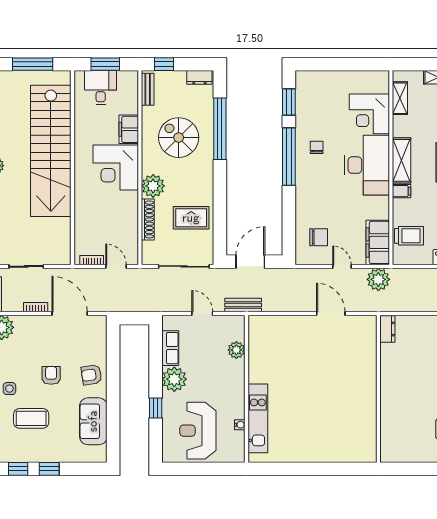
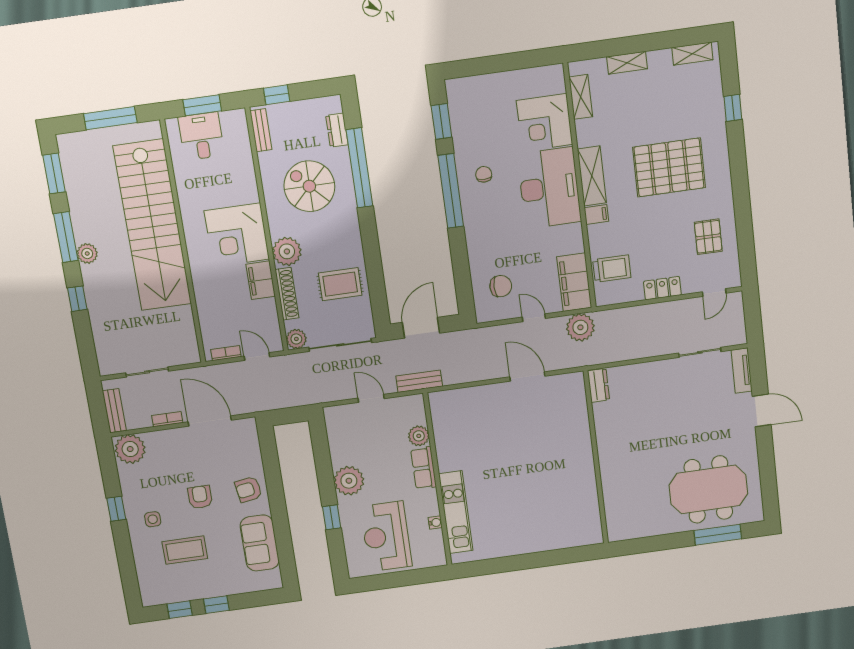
dresser: (199, 77) -> (337, 130), moved, turned 90
filing cabinet: (129, 129) -> (261, 280), moved
plant: (150, 257) -> (296, 339), added
row of seats: (170, 348) -> (424, 468), moved, turned 180

